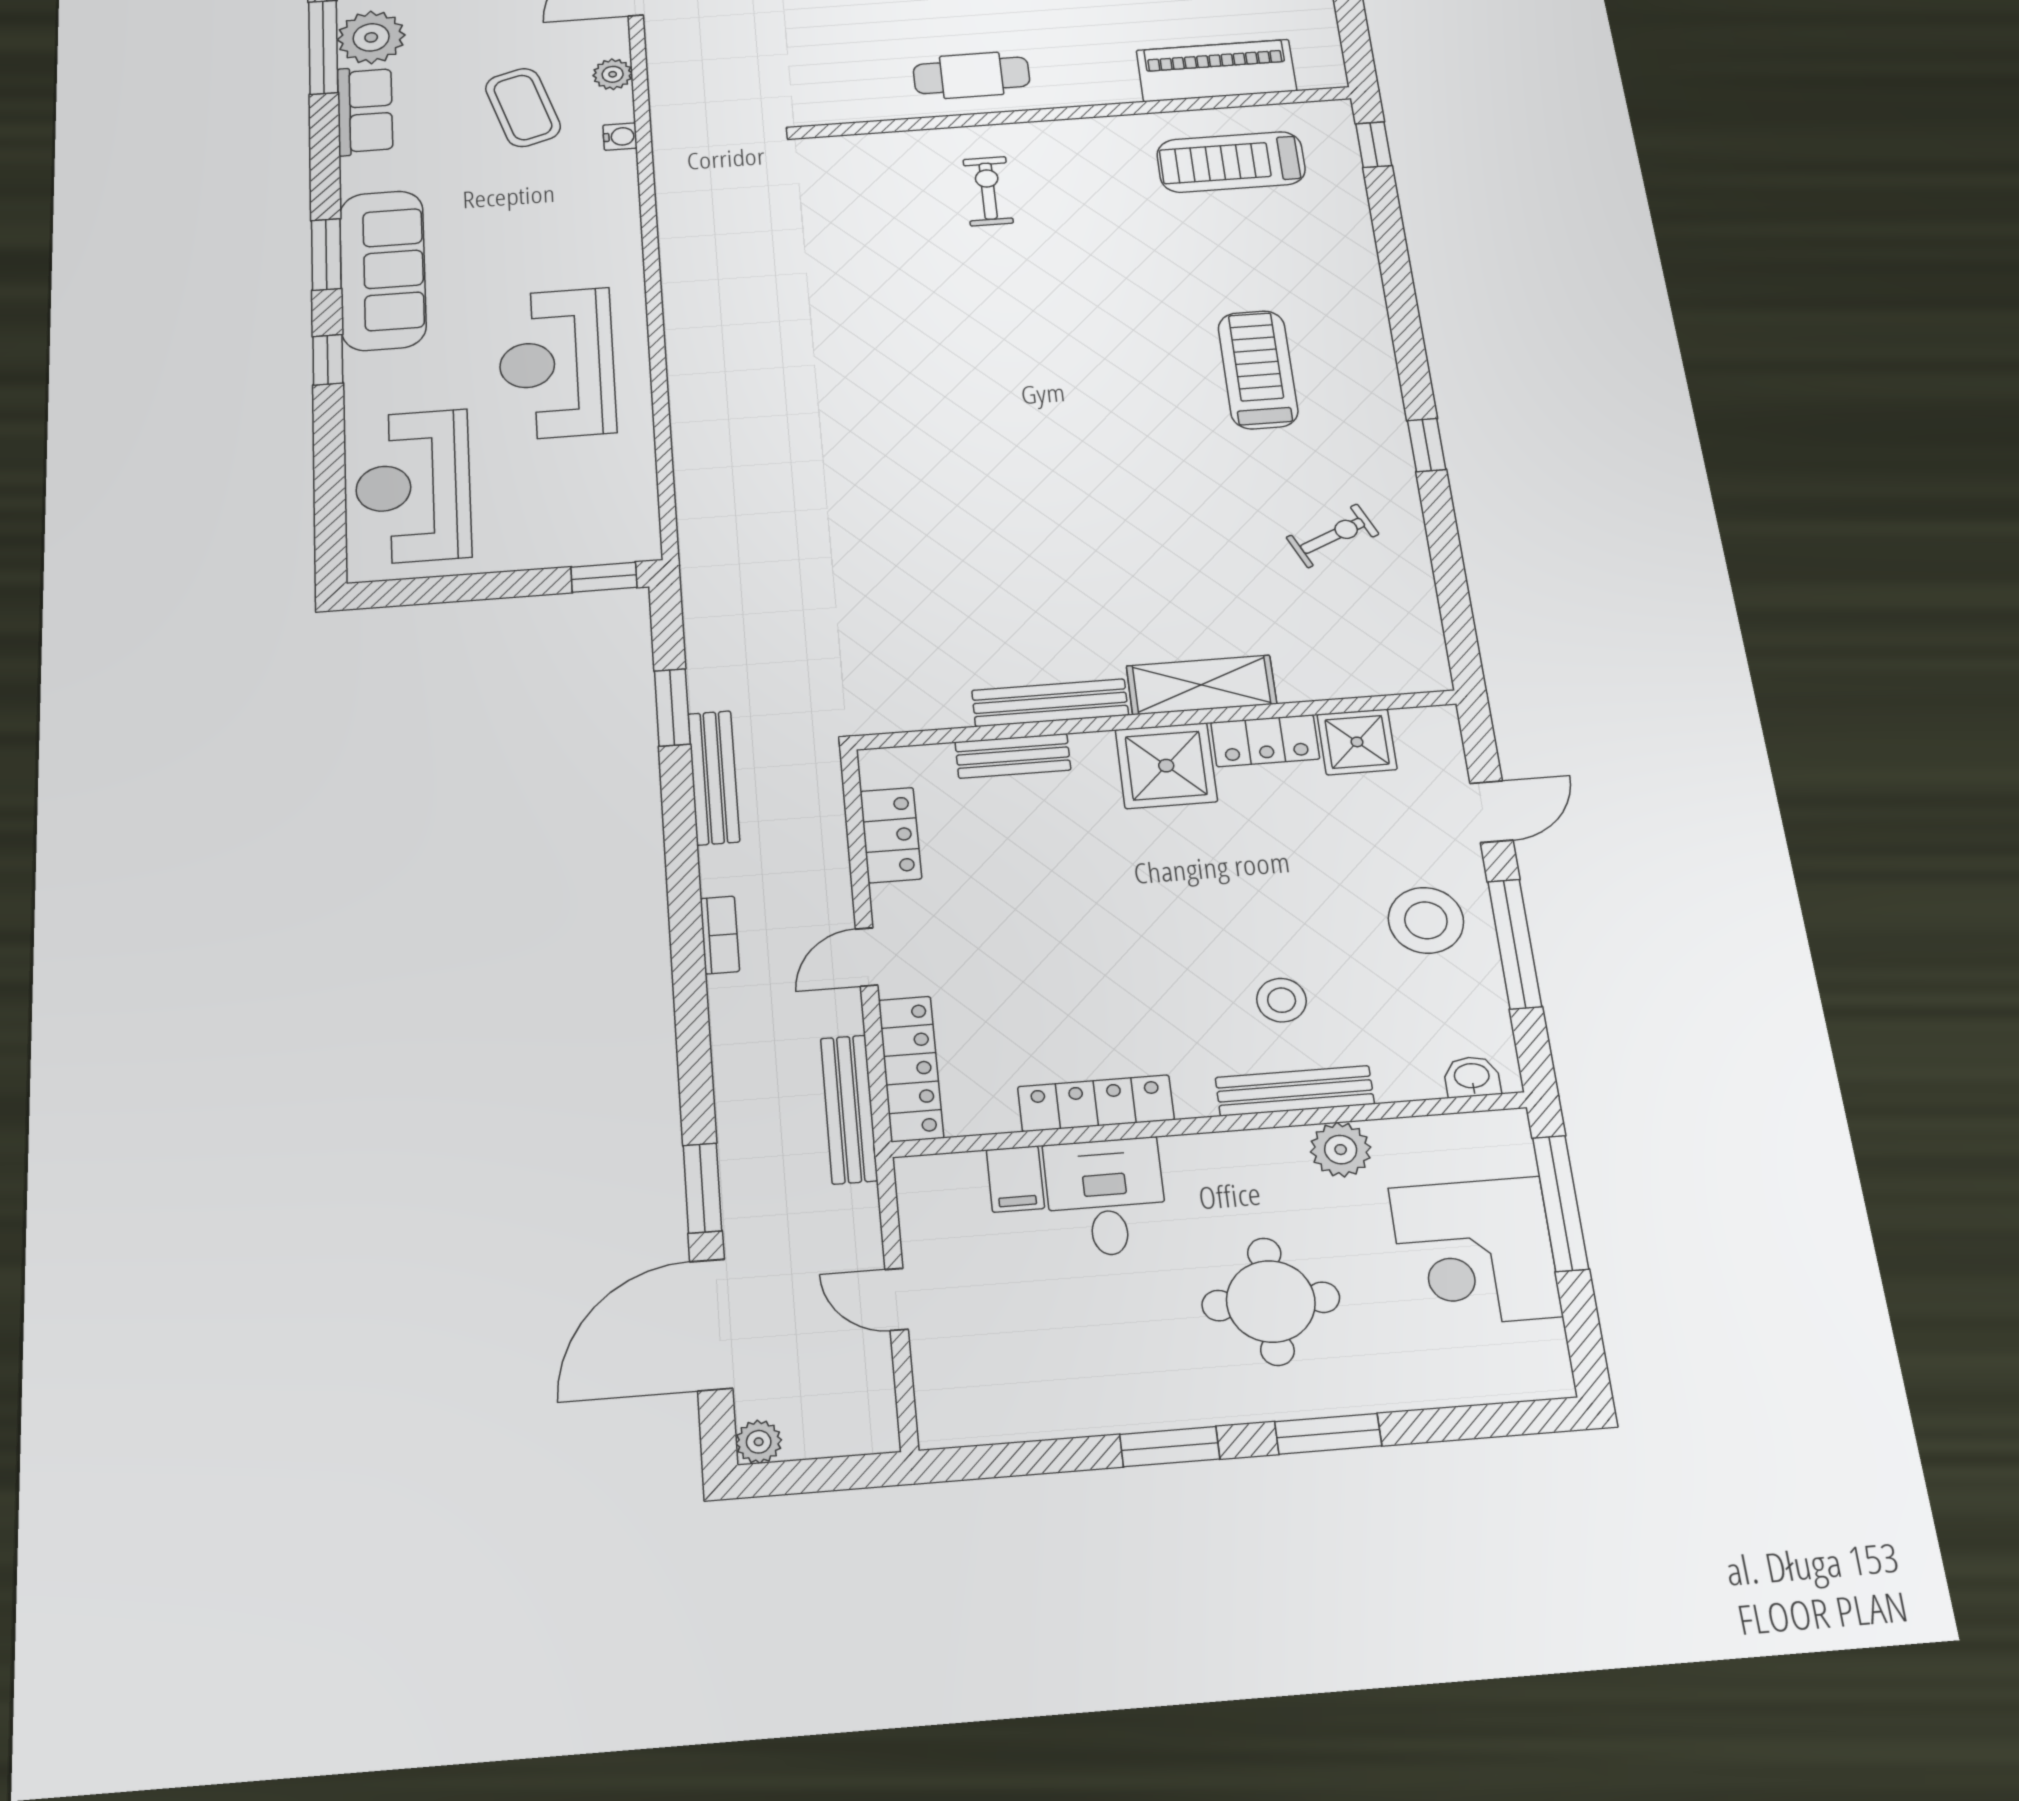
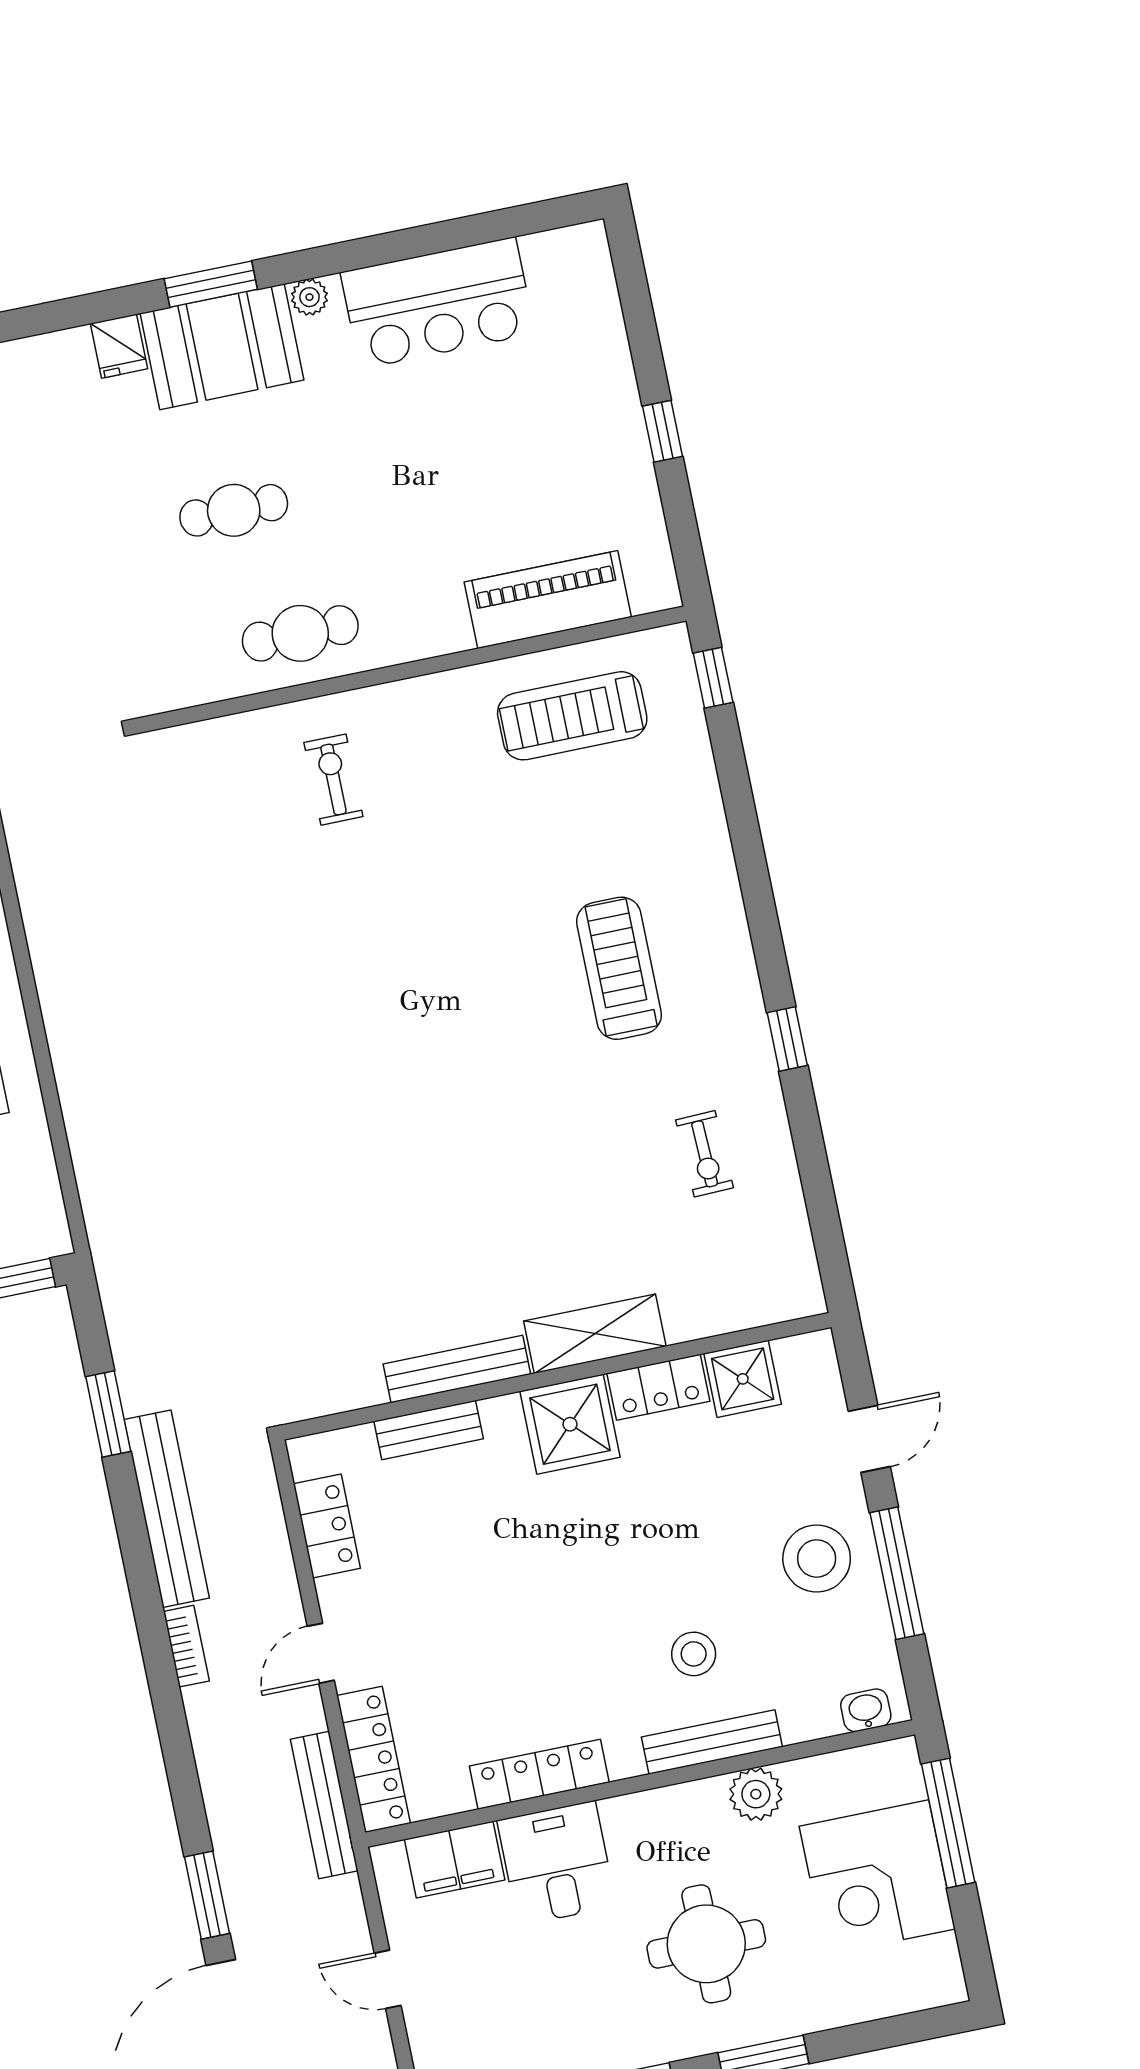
exercise bike: (1333, 536) -> (705, 1154), turned 112
bench: (714, 778) -> (167, 1509), width x1.37, depth x1.21
filing cabinet: (1015, 1179) -> (455, 1860), width x2.00

